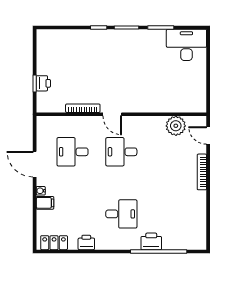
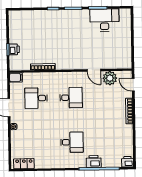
desk: (186, 45) -> (104, 20), moved
door: (112, 114) -> (94, 70), moved
desk: (121, 152) -> (71, 98), turned 180
filing cabinet: (45, 203) -> (16, 77), moved
printer: (86, 242) -> (128, 162), moved

